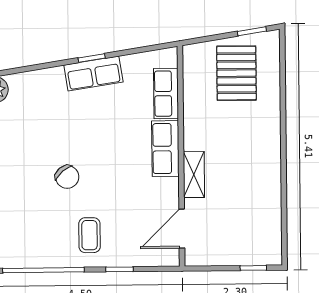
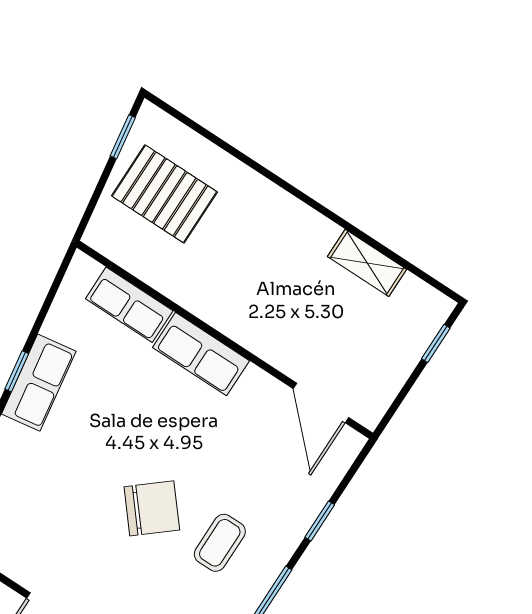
shelving: (194, 175) -> (367, 263), moved
chair: (67, 177) -> (152, 508), width x1.37, depth x1.37
coffee table: (89, 235) -> (220, 543), moved, turned 90

